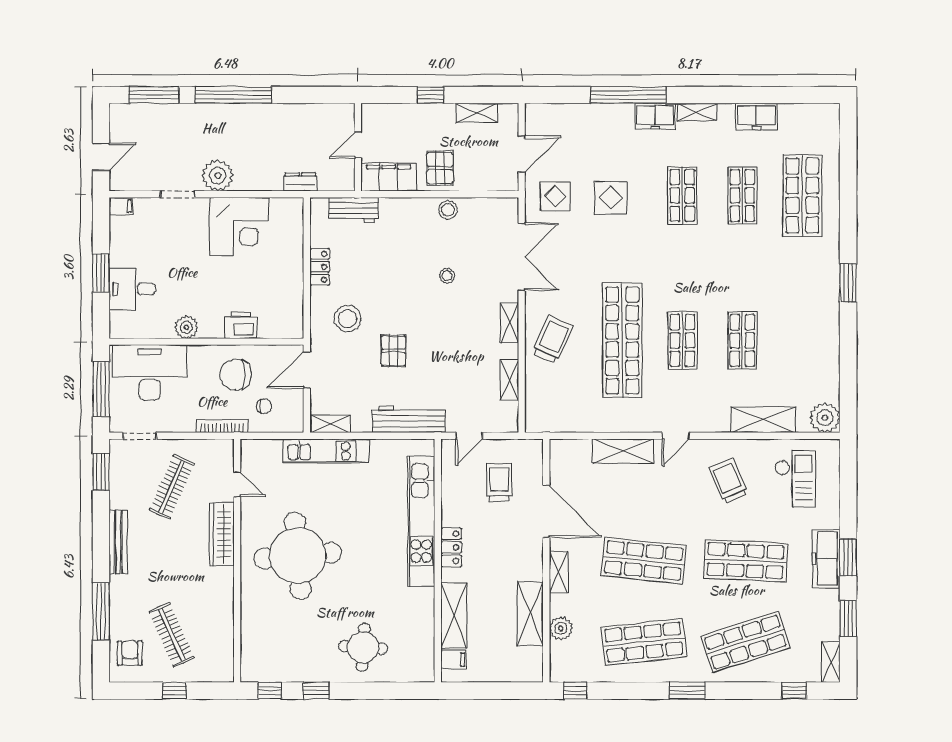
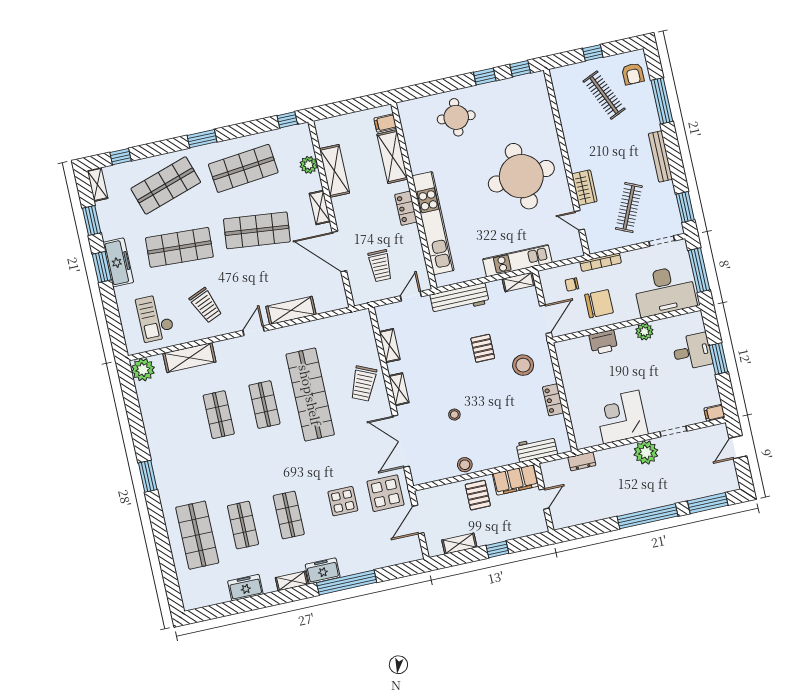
display table: (555, 196) -> (385, 493), width x1.36, depth x1.36
wardrobe: (222, 534) -> (584, 188), width x0.67

